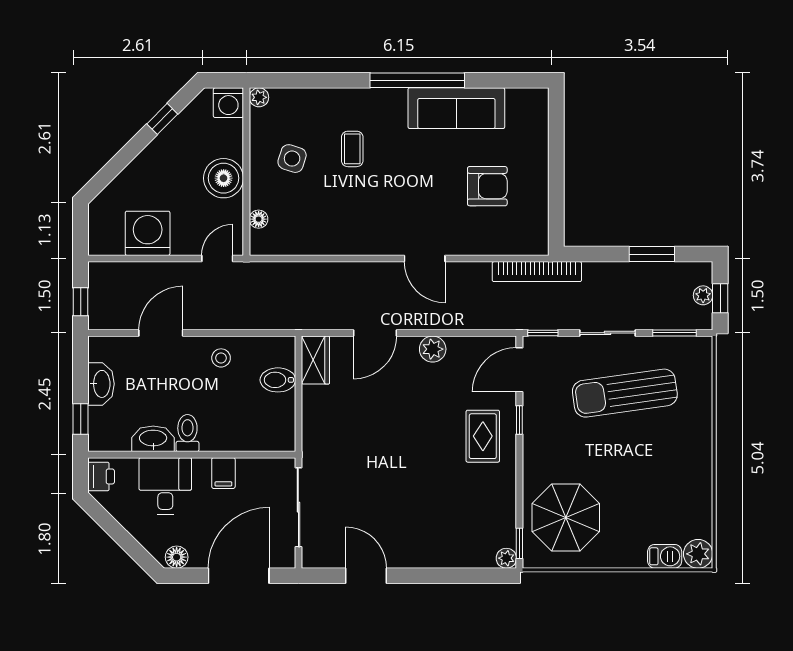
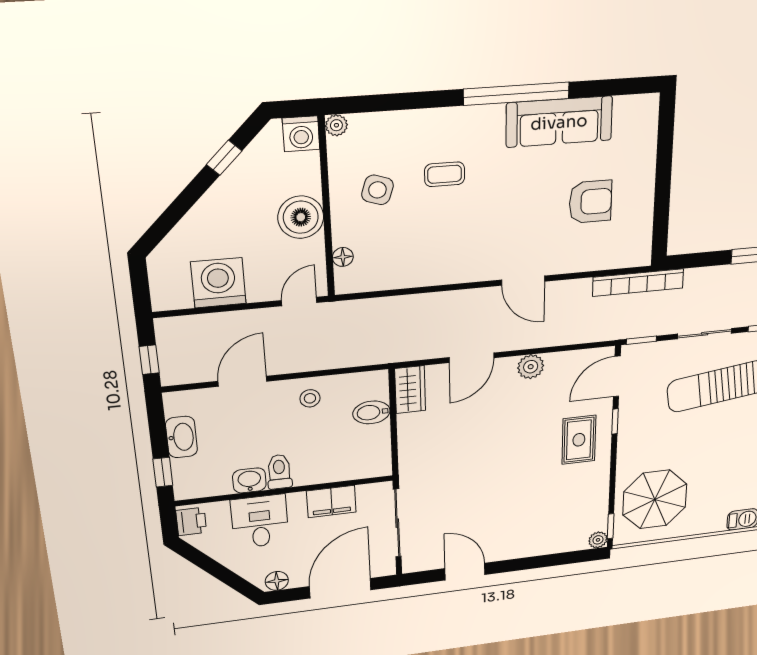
coffee table: (352, 149) -> (445, 174), turned 90
washbasin: (153, 439) -> (249, 480), width x0.72
filing cabinet: (223, 473) -> (331, 501), width x2.00

